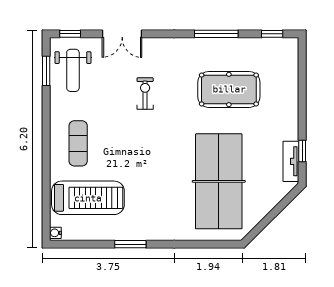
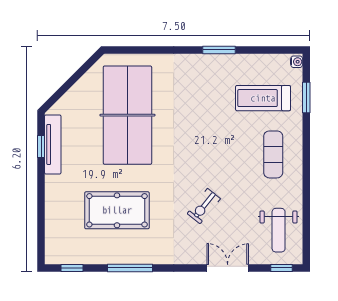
weight bench: (73, 70) -> (279, 230), turned 180
window: (46, 71) -> (306, 97), moved
exercise bike: (145, 94) -> (204, 206), turned 39
tv unit: (291, 161) -> (53, 144), width x1.41
treadmill: (88, 198) -> (263, 98), width x0.73, depth x0.73

